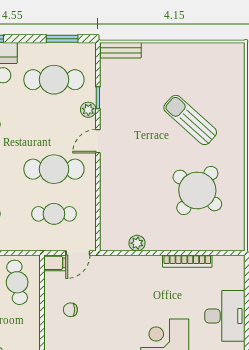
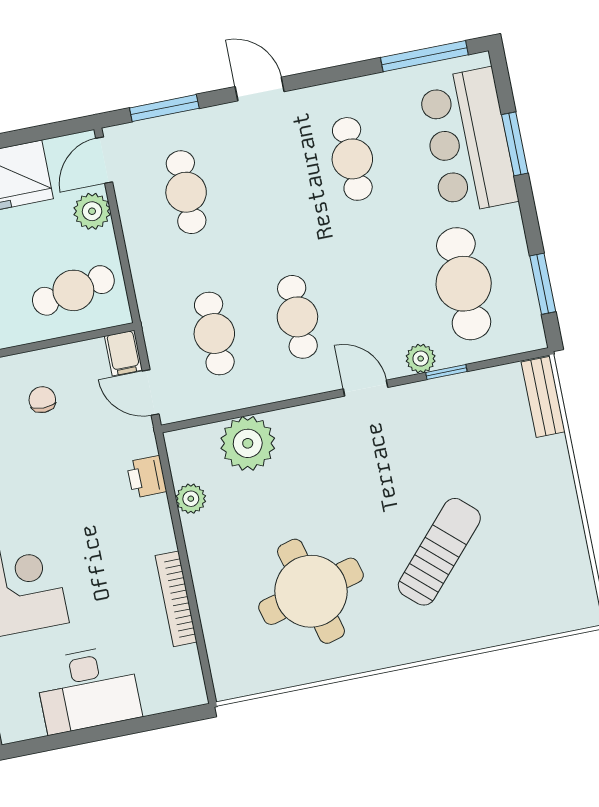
cafe table: (54, 169) -> (297, 317), width x0.73, depth x0.74
round table: (197, 190) -> (311, 591), turned 37
plant: (114, 208) -> (248, 443), added
printer: (121, 264) -> (147, 477), added

